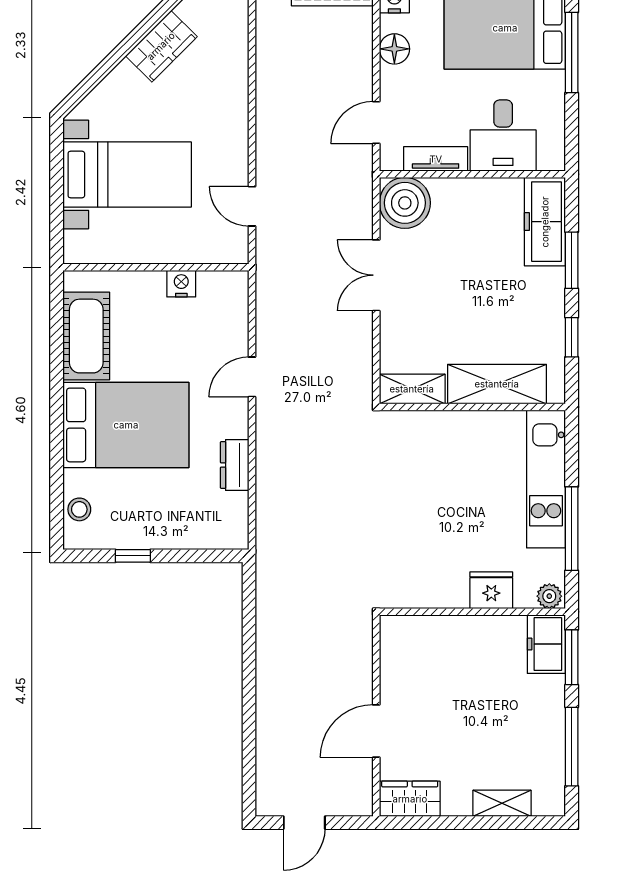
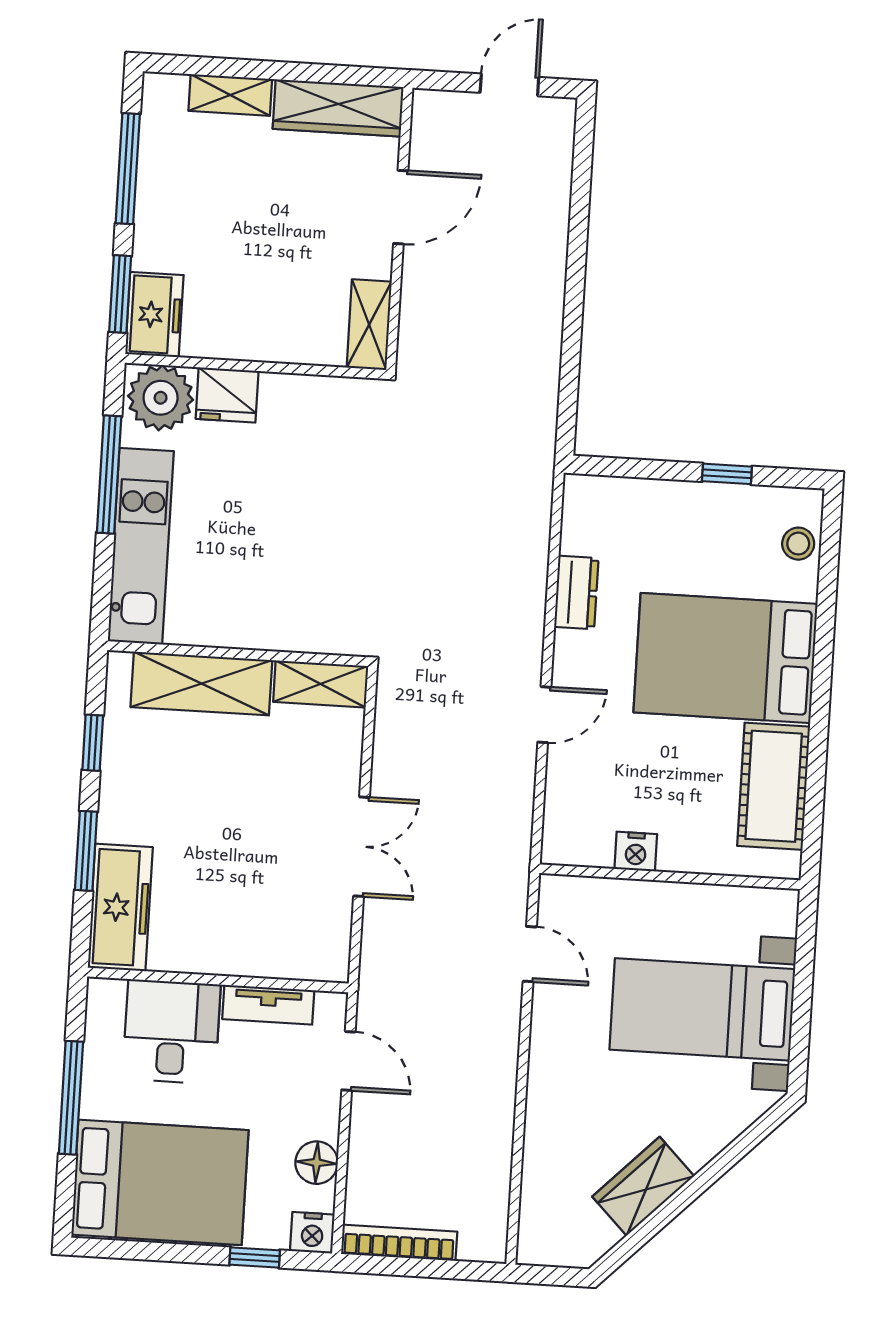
window: (572, 52) -> (71, 1098), moved
door: (376, 122) -> (348, 1061), hinge flipped
boiler: (405, 203) -> (315, 946), removed
plant: (549, 596) -> (161, 398), width x1.88, depth x1.88
shelving: (393, 646) -> (369, 325), added
wardrobe: (410, 799) -> (338, 108), width x1.50

